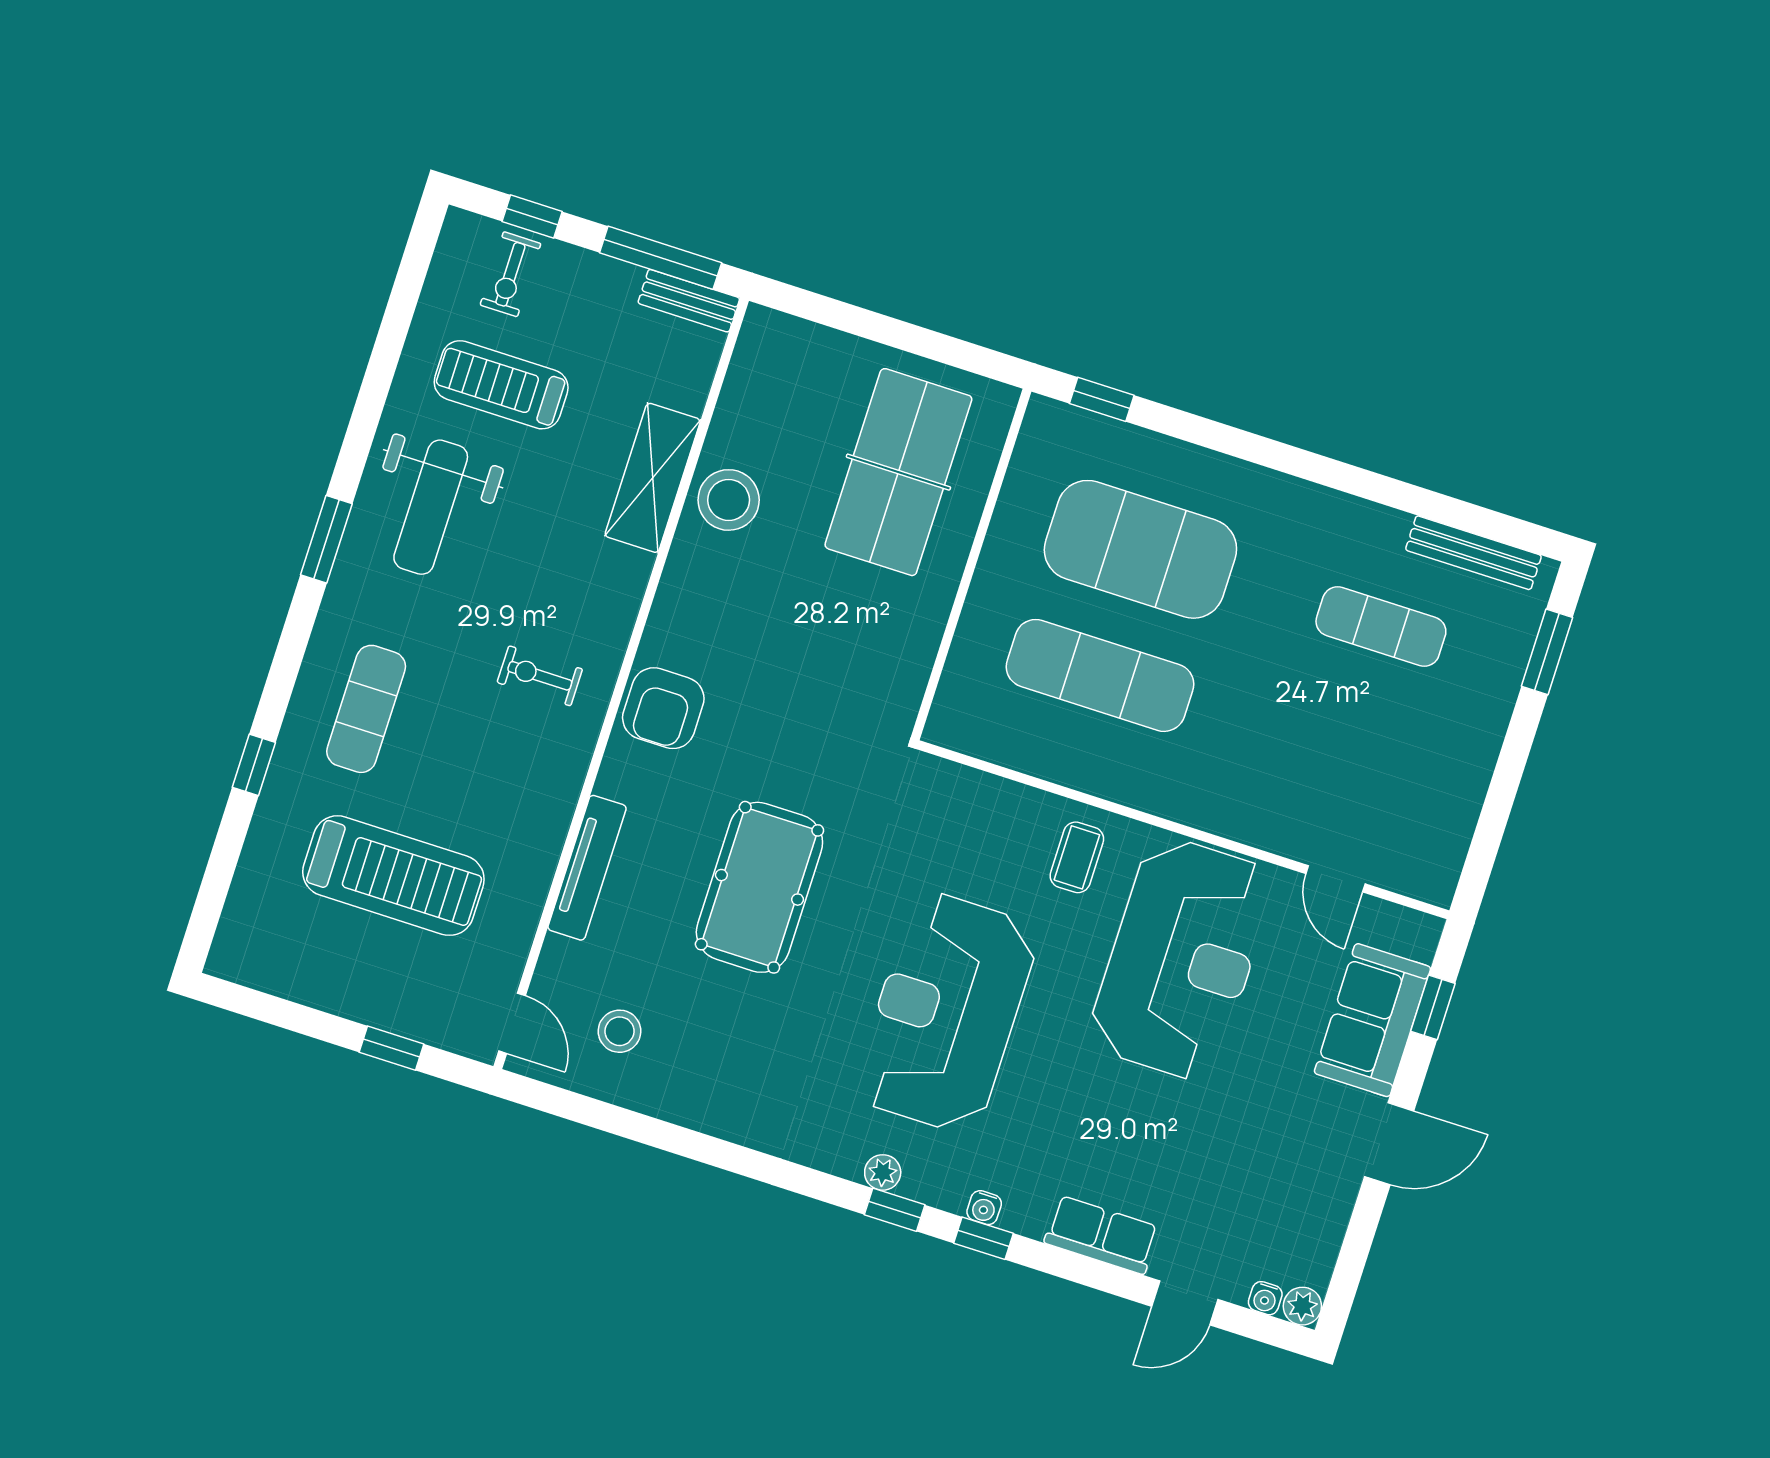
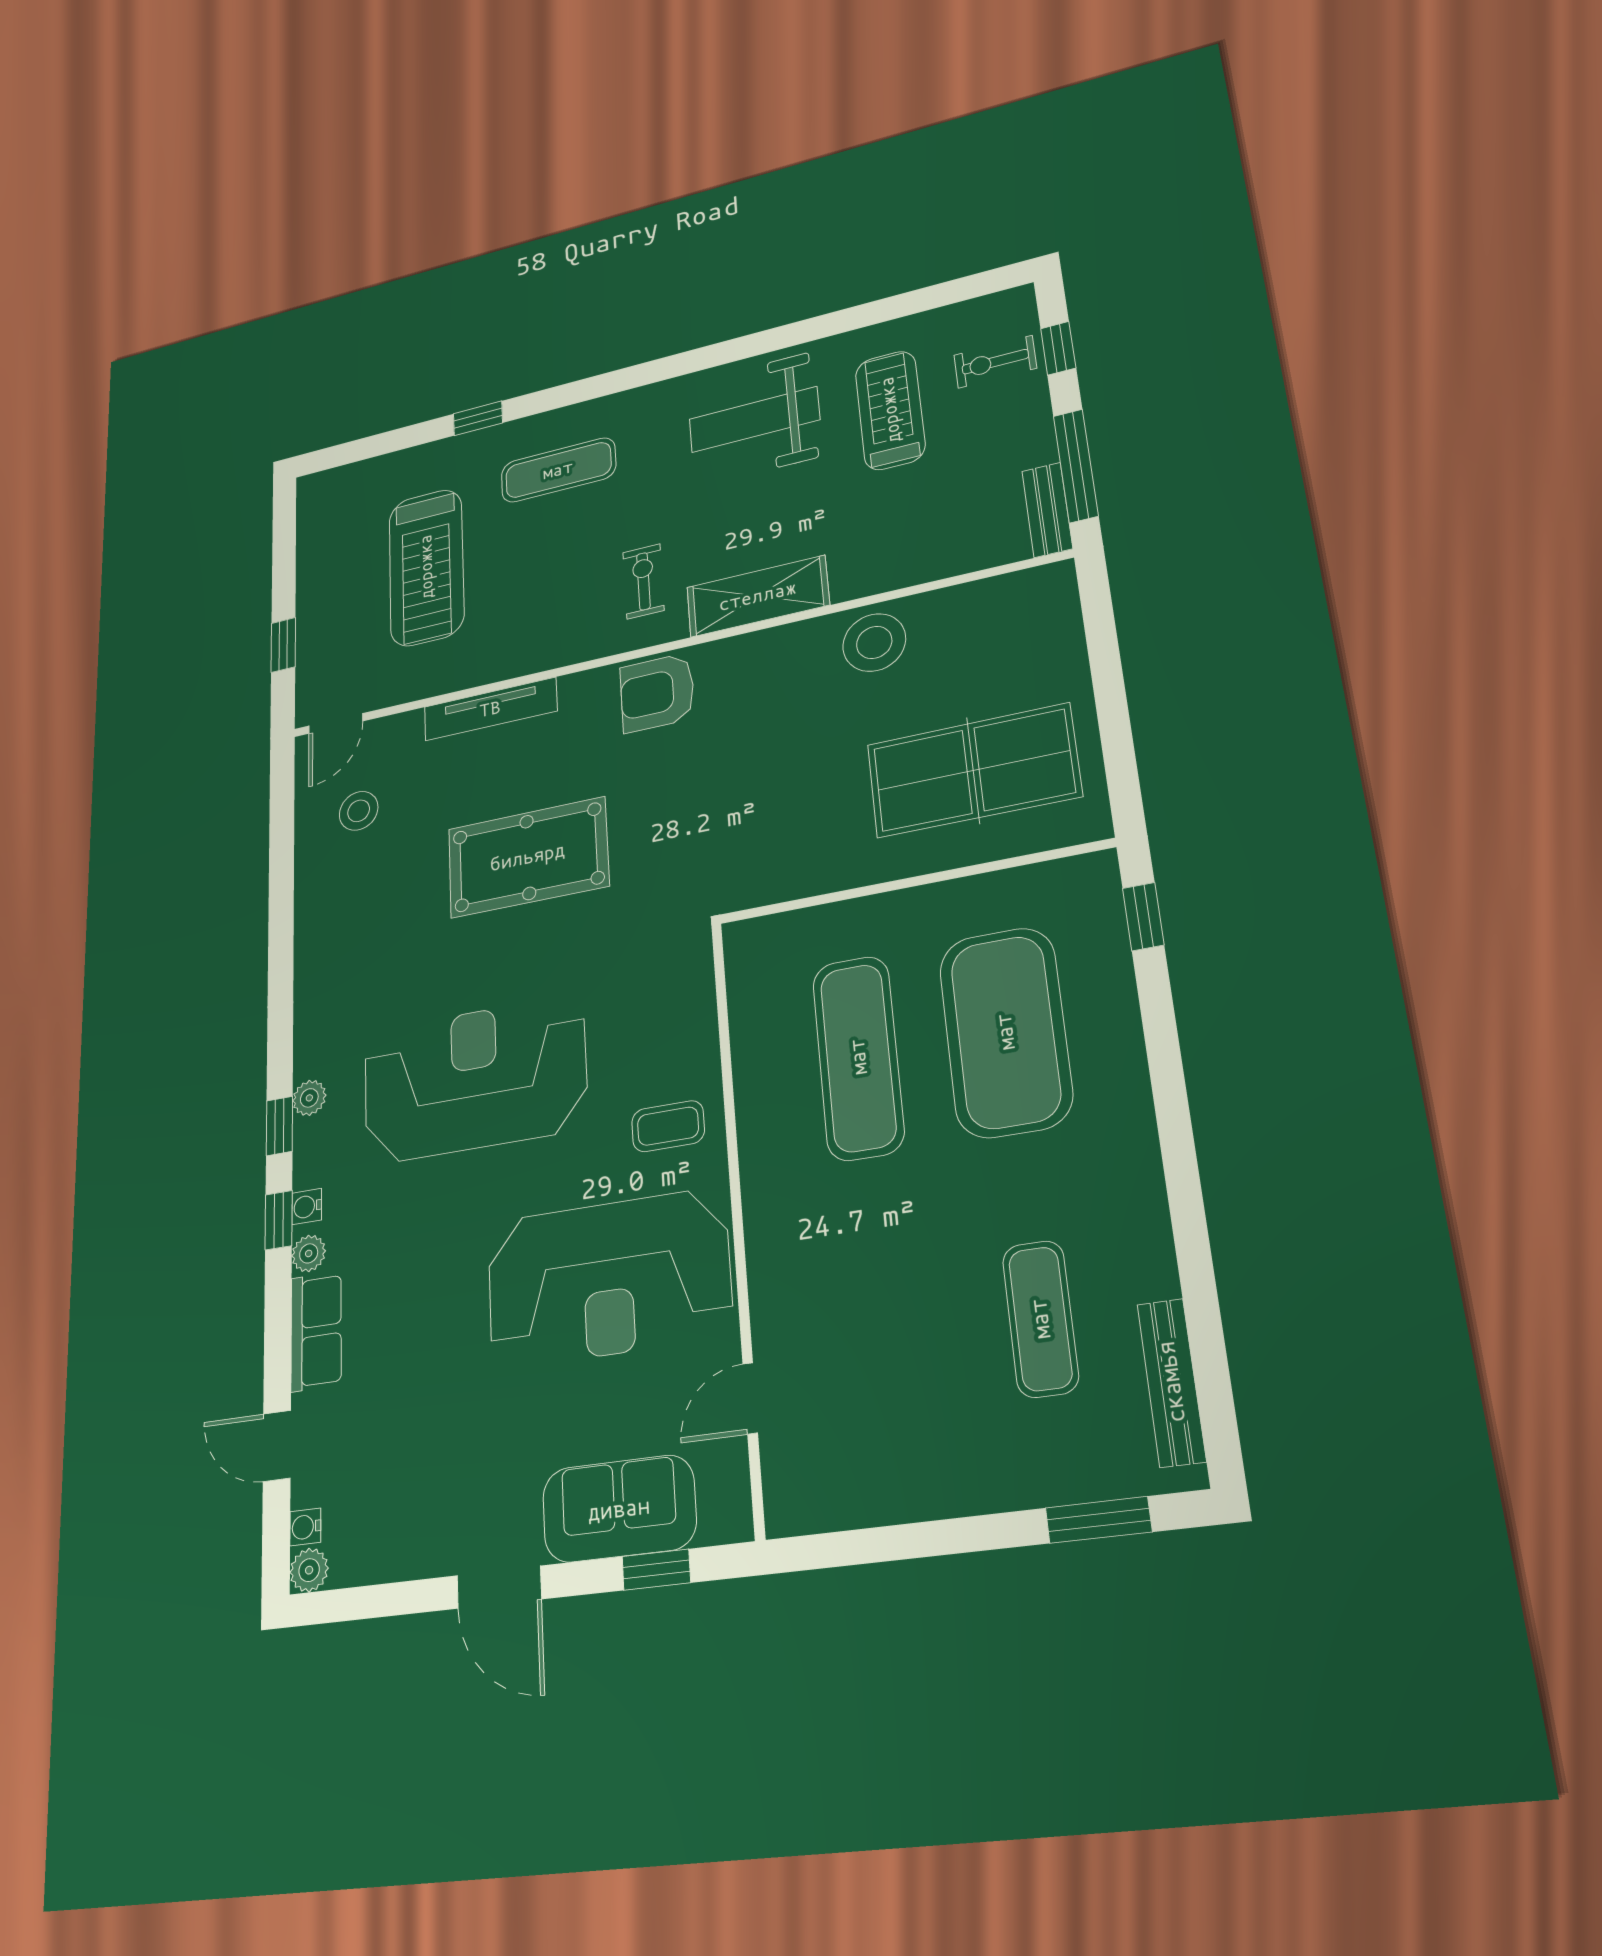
shelving: (653, 478) -> (758, 596), moved
window: (326, 539) -> (690, 362), removed
plant: (1028, 1219) -> (309, 1253), added

